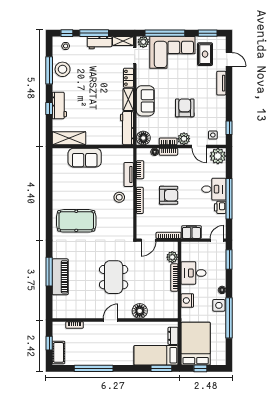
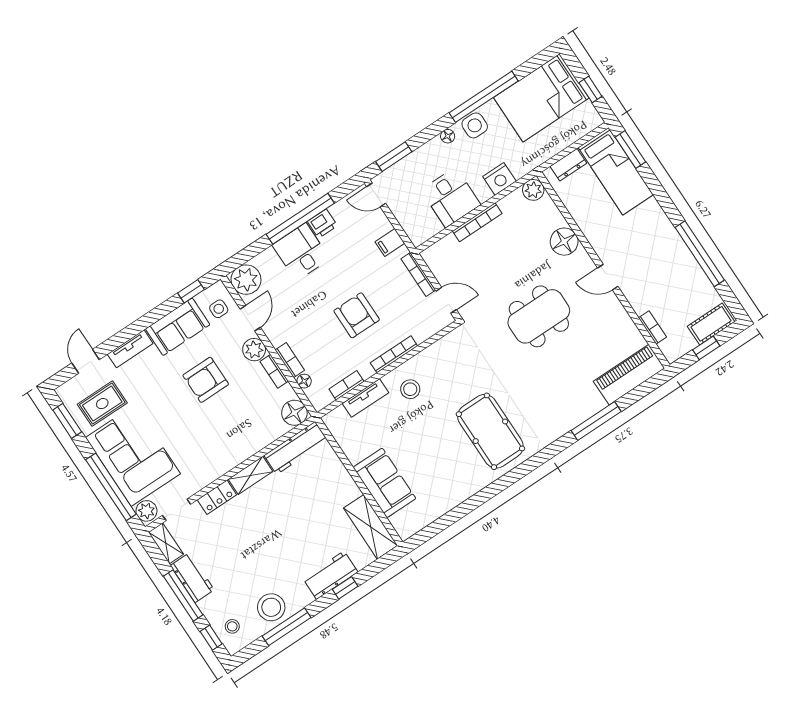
sofa: (145, 101) -> (178, 327), moved, turned 180
filing cabinet: (191, 232) -> (390, 243), width x0.50
plant: (172, 257) -> (533, 190), moved
piano: (60, 277) -> (629, 375), moved
bed: (196, 344) -> (541, 98), moved

